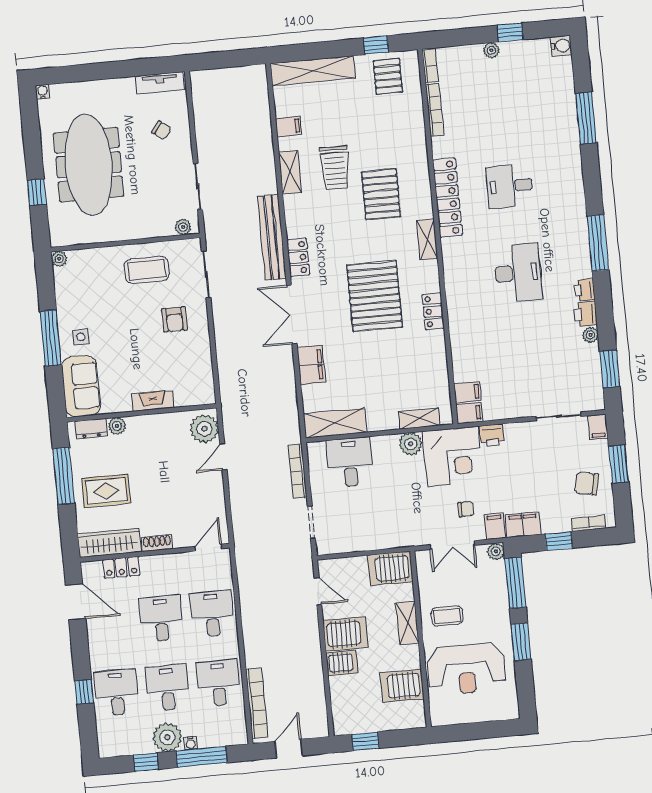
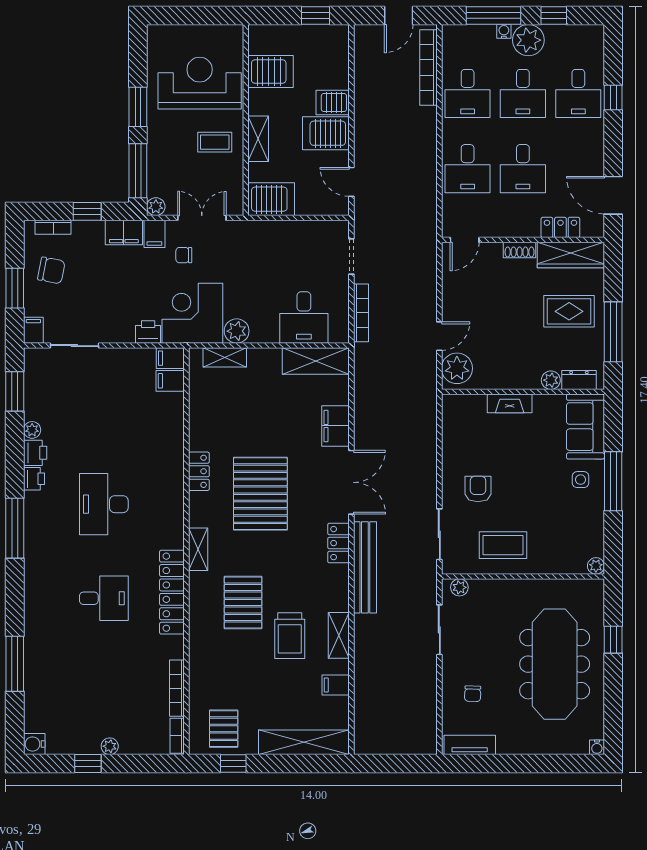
chair: (162, 130) -> (473, 694), turned -124
trolley: (335, 168) -> (290, 636), turned 180

